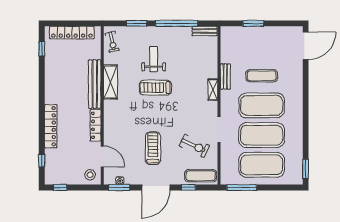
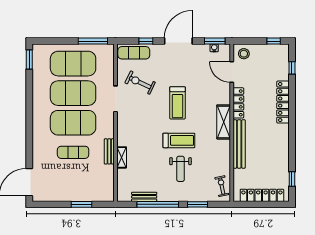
bench: (205, 31) -> (144, 197), moved
shelving: (110, 82) -> (224, 122), moved
shelving: (213, 90) -> (122, 157), moved
treadmill: (153, 148) -> (177, 103), moved

